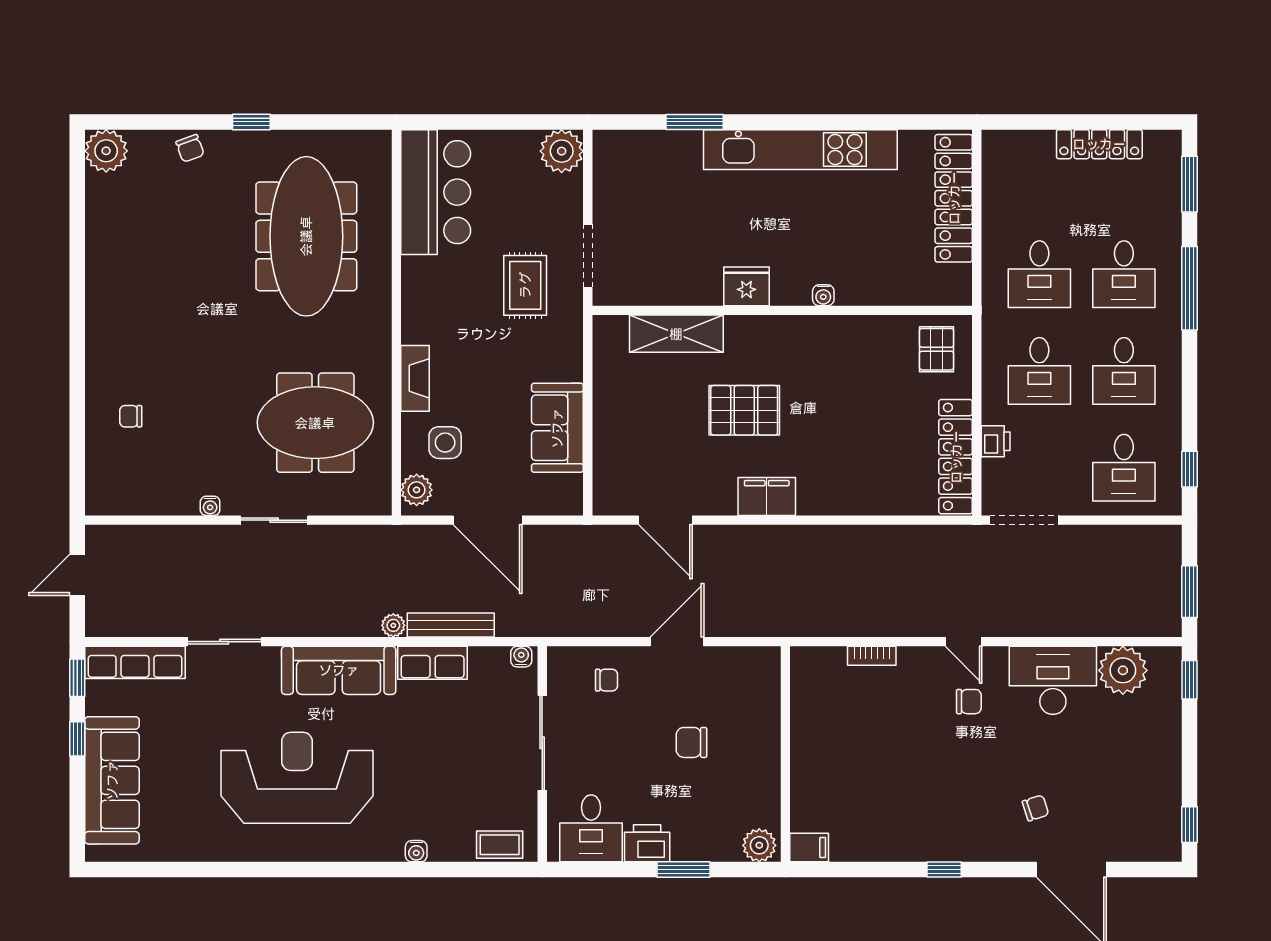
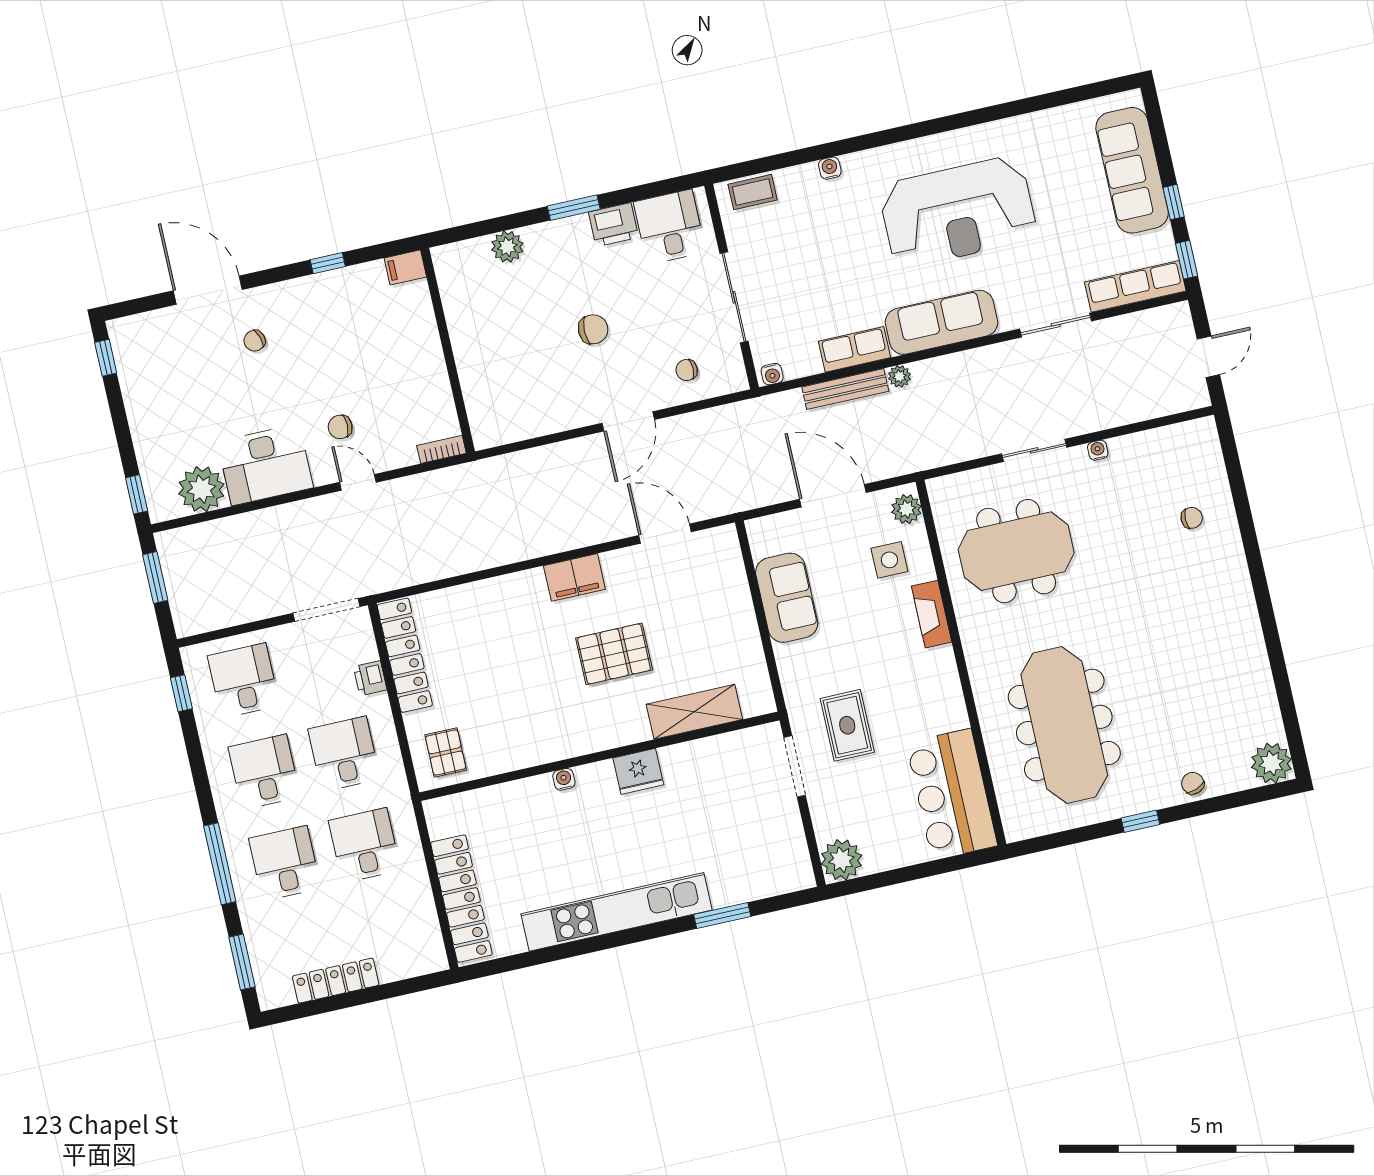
wall: (785, 754) -> (448, 351), moved
filing cabinet: (809, 848) -> (405, 267), moved

